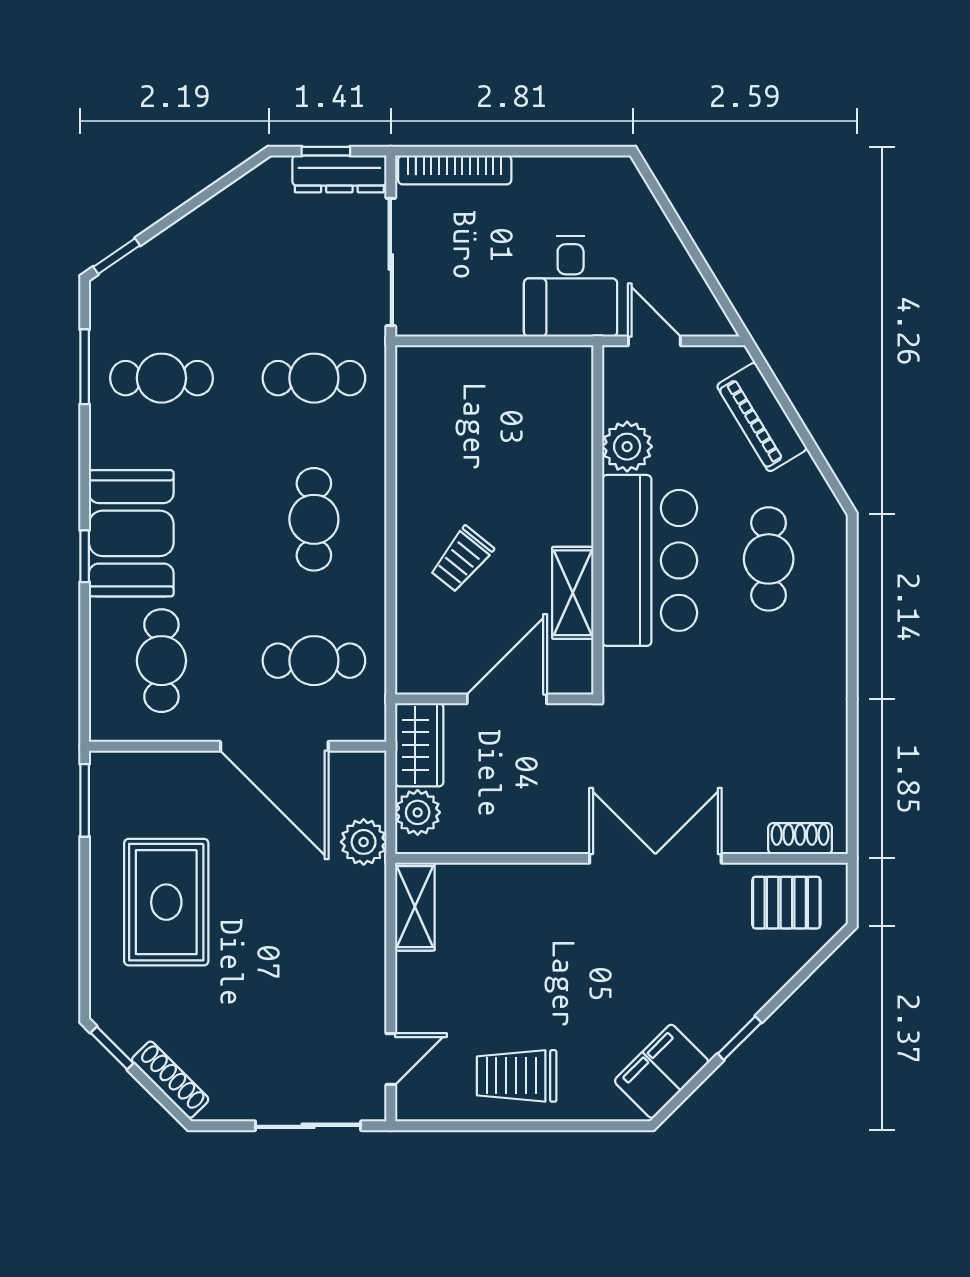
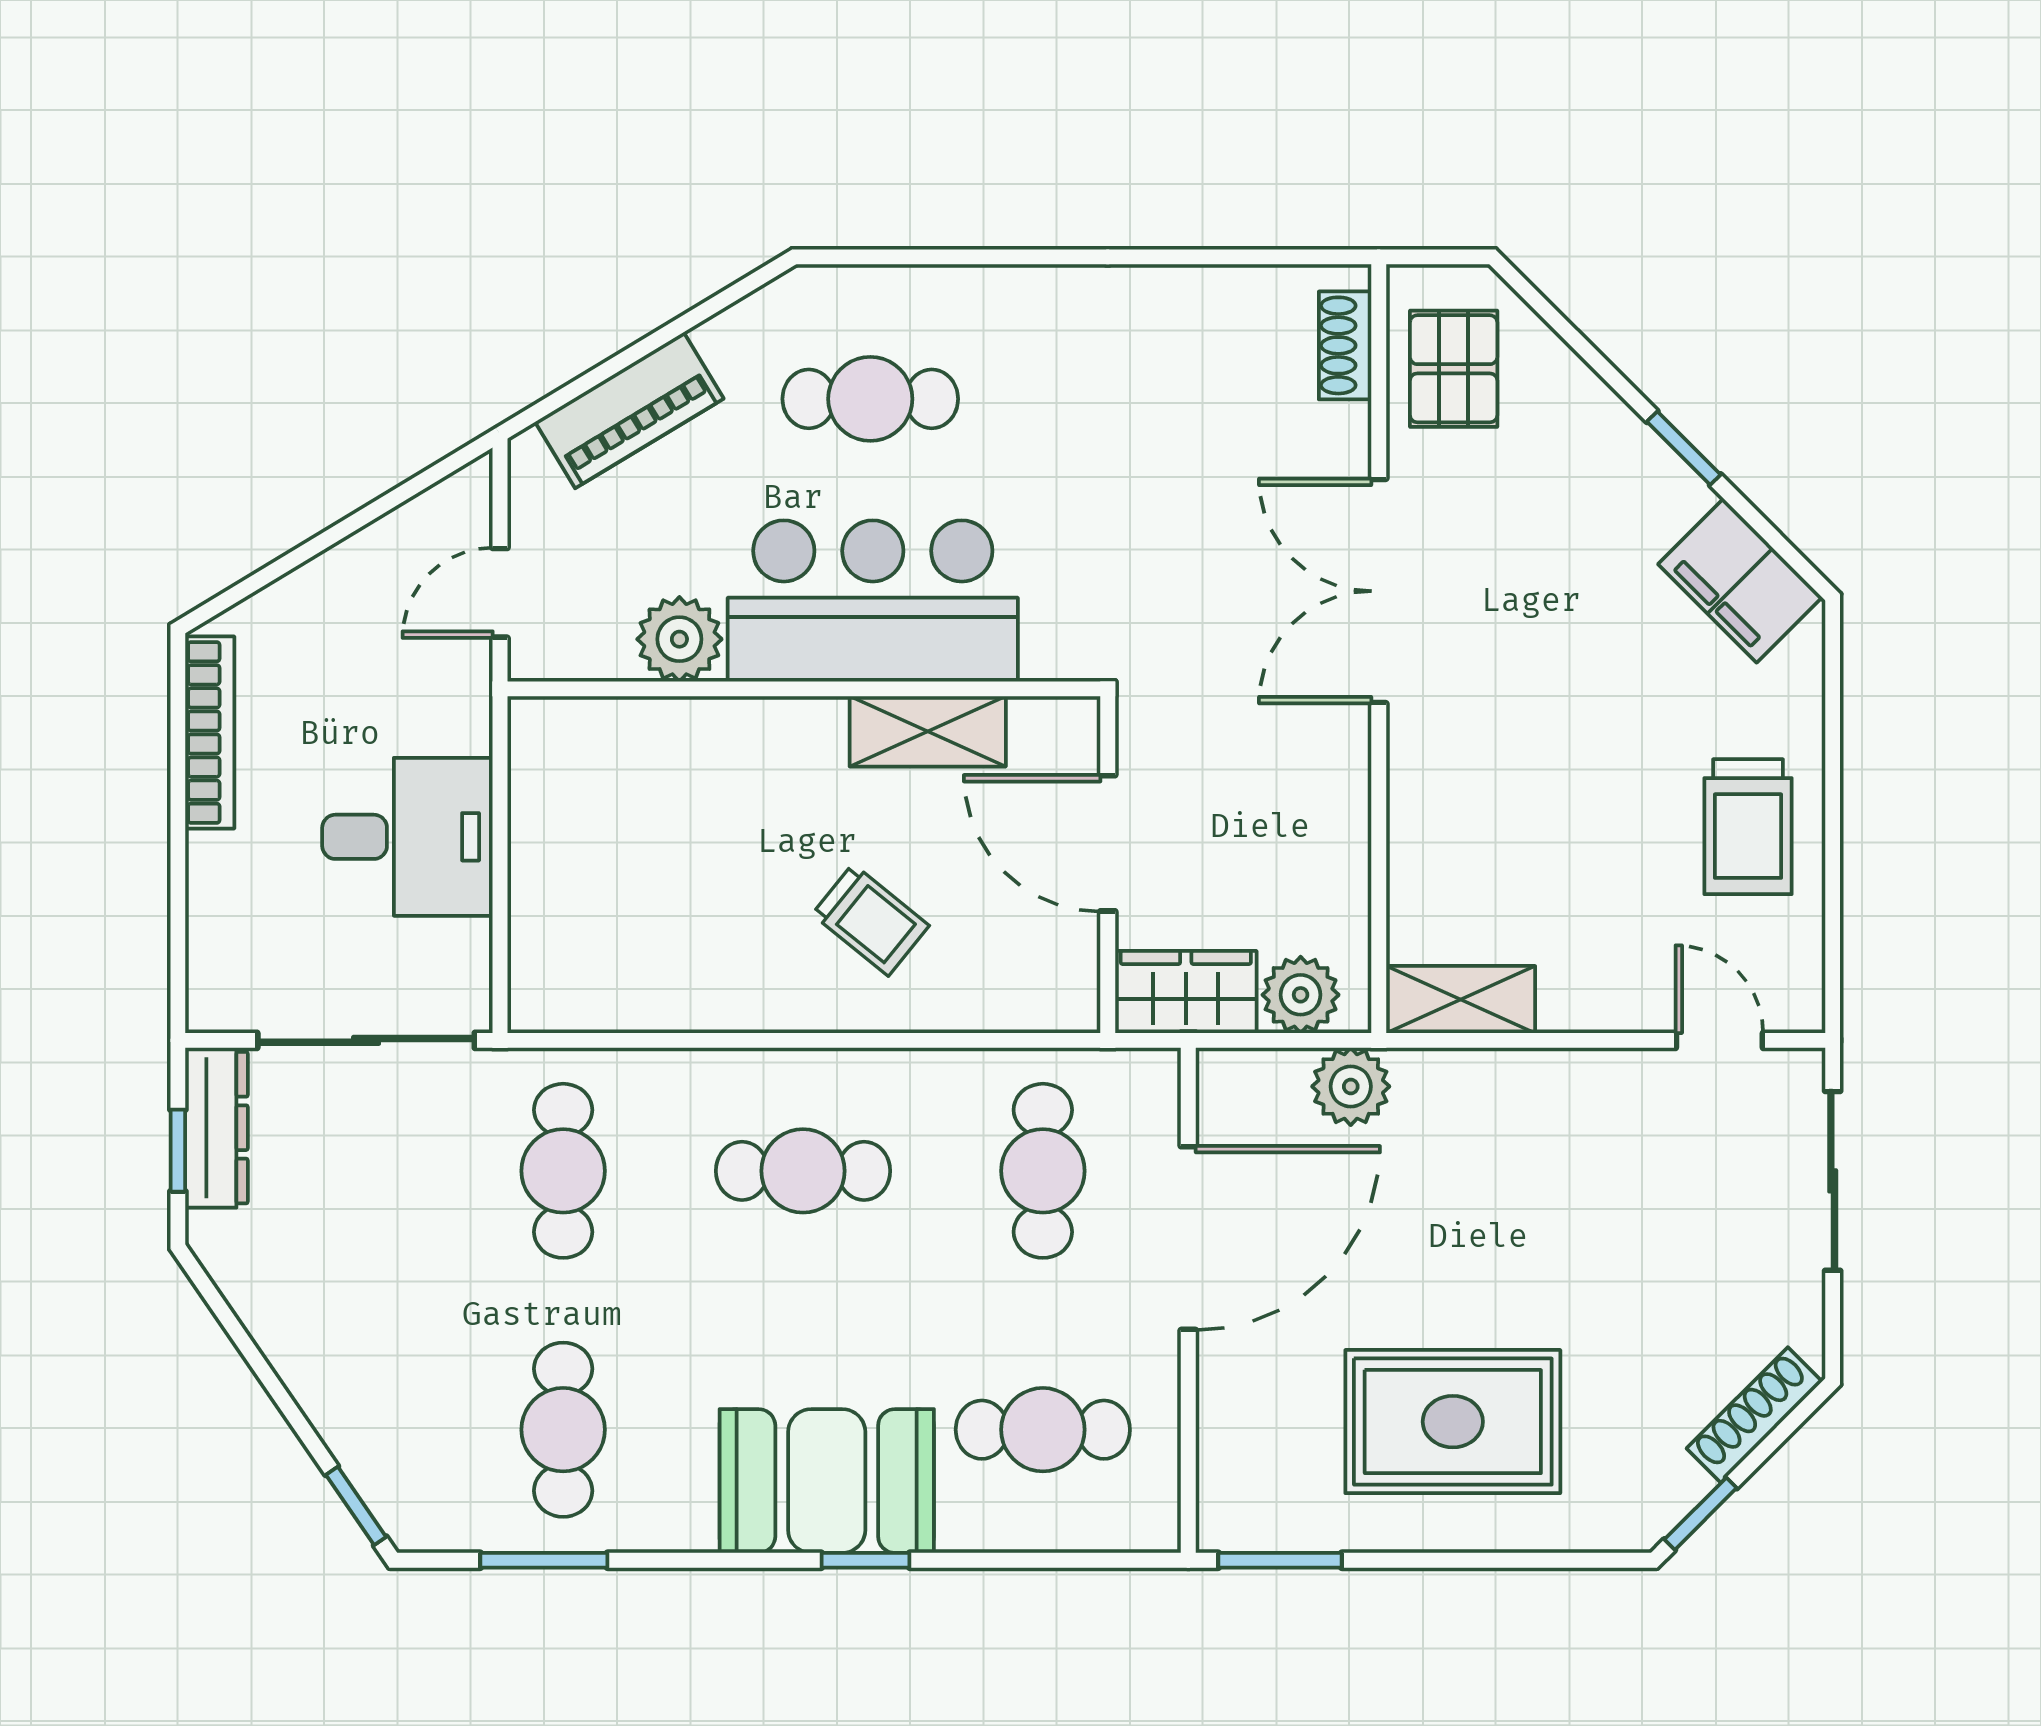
bookcase: (455, 170) -> (210, 732), moved
desk: (571, 286) -> (407, 837), moved

